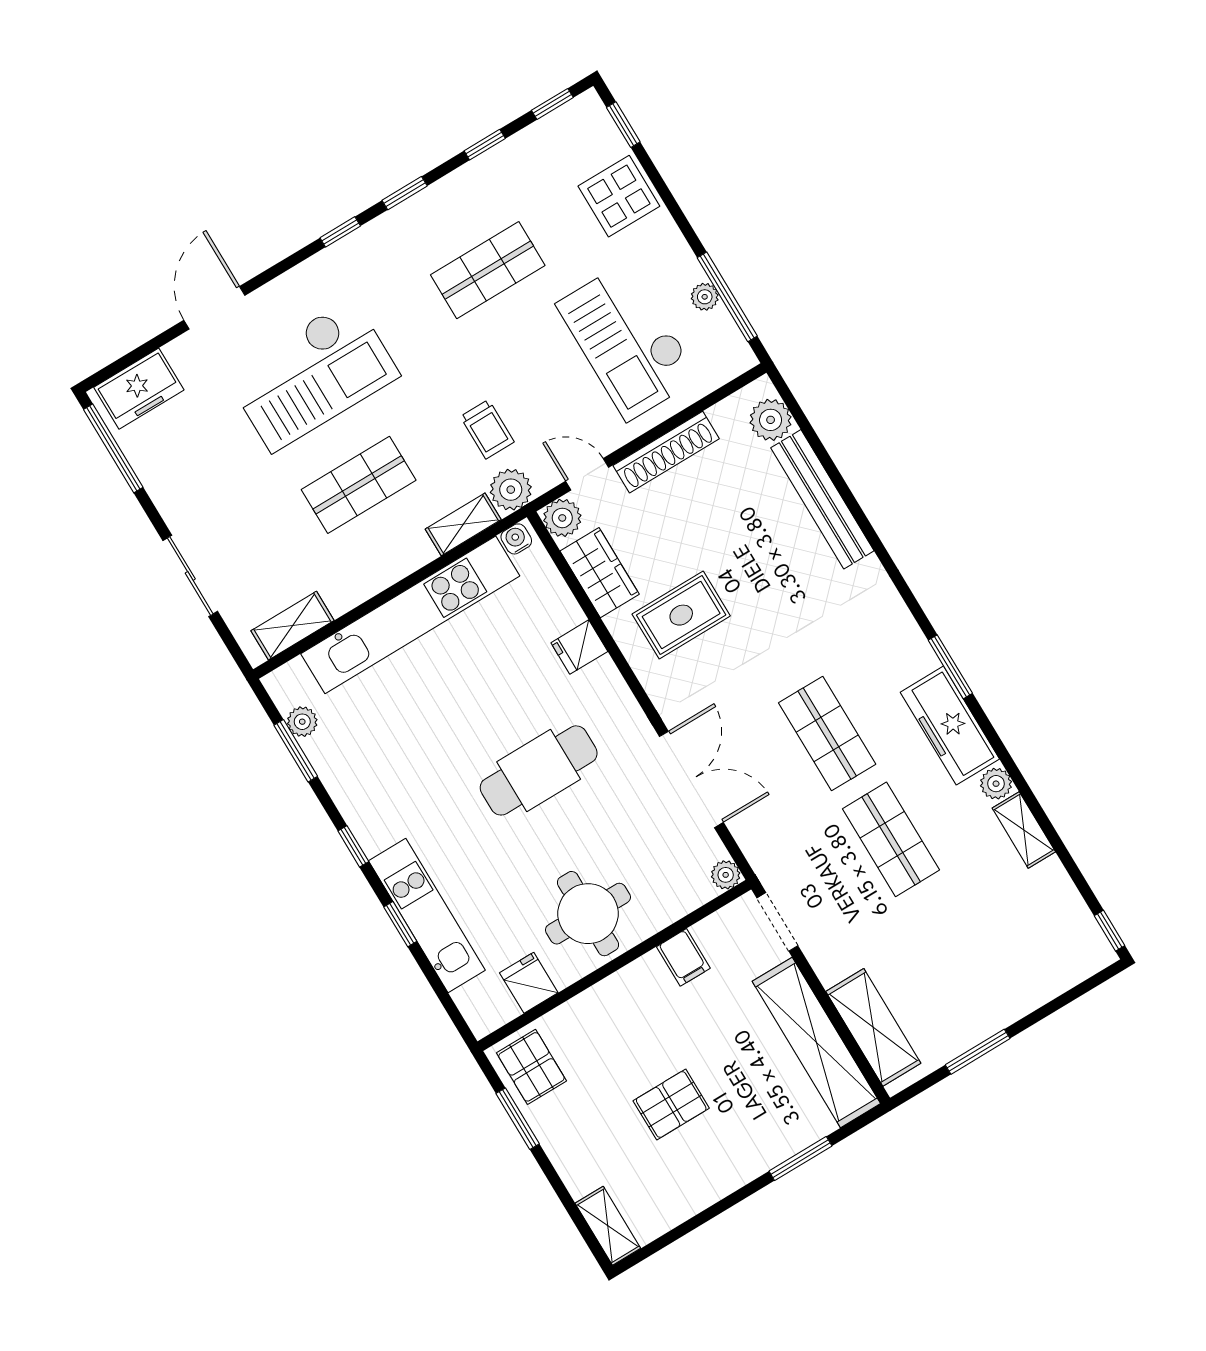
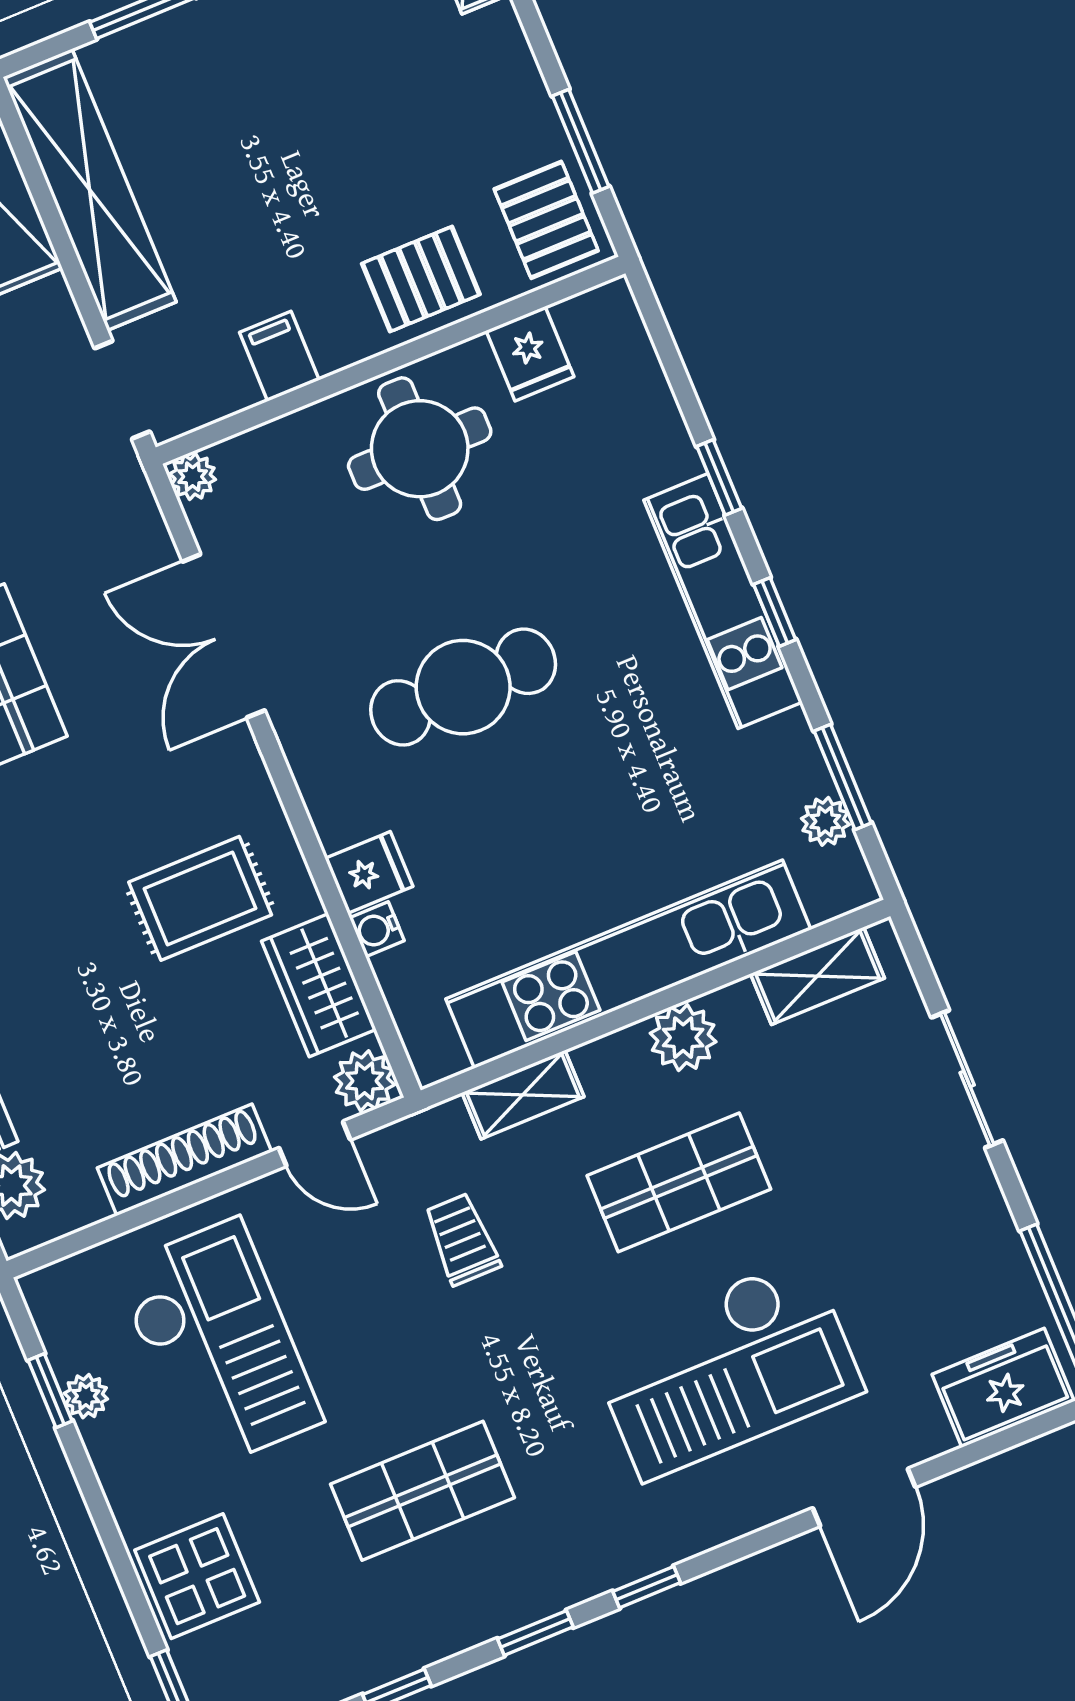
window: (727, 297) -> (50, 1391), width x0.46
checkout: (312, 375) -> (726, 1368), turned 180
plant: (511, 490) -> (683, 1038), moved
water cooler: (516, 539) -> (377, 929), moved, turned 90
kitchen unit: (427, 916) -> (723, 601), moved
pallet: (671, 1104) -> (421, 279), moved

